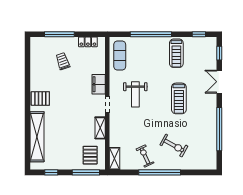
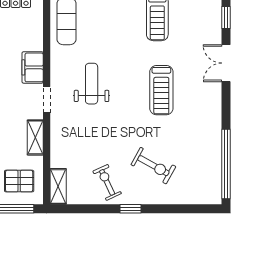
weight bench: (135, 94) -> (92, 84), turned 180
window: (219, 129) -> (226, 164), moved
pallet: (90, 155) -> (19, 181), turned 90
window: (160, 172) -> (131, 209), width x0.32

